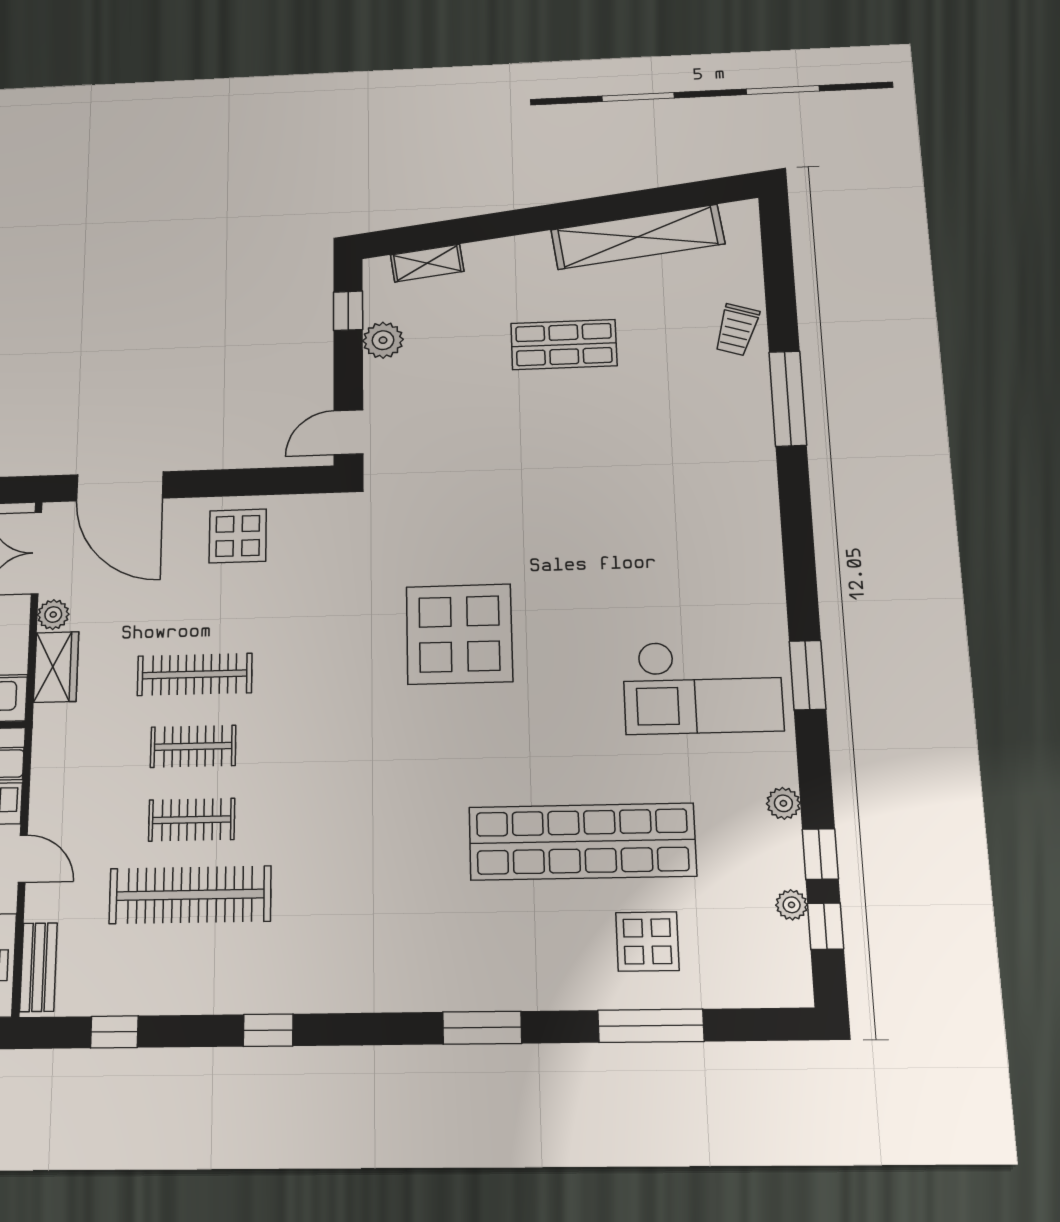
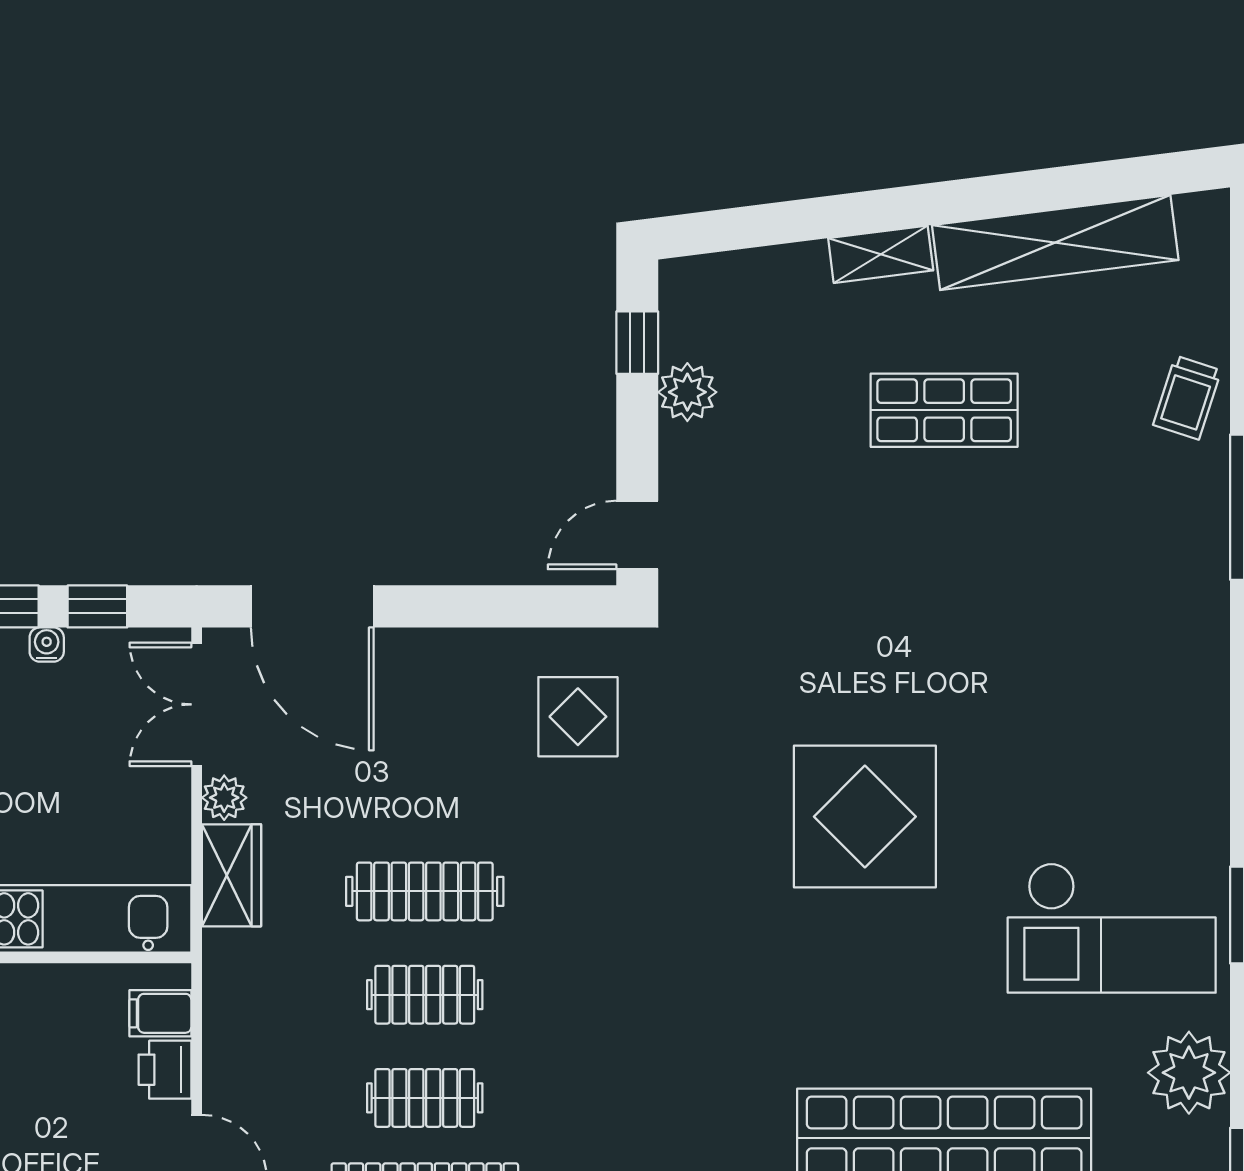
shelving: (427, 263) -> (881, 254), moved
display table: (238, 536) -> (578, 717), moved
display table: (459, 634) -> (865, 817), moved
plant: (783, 803) -> (1189, 1073), width x1.87, depth x1.87

